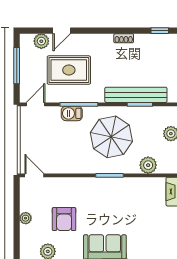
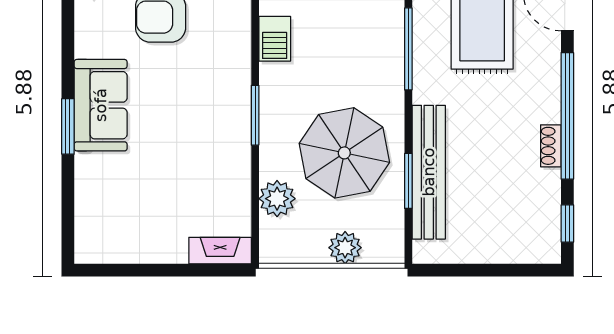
window: (110, 31) -> (567, 116), added
barbecue: (72, 113) -> (275, 39), moved, turned 180
parasol: (111, 137) -> (344, 153), moved

